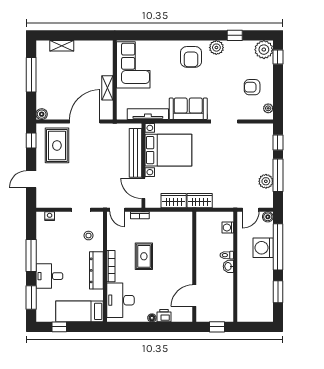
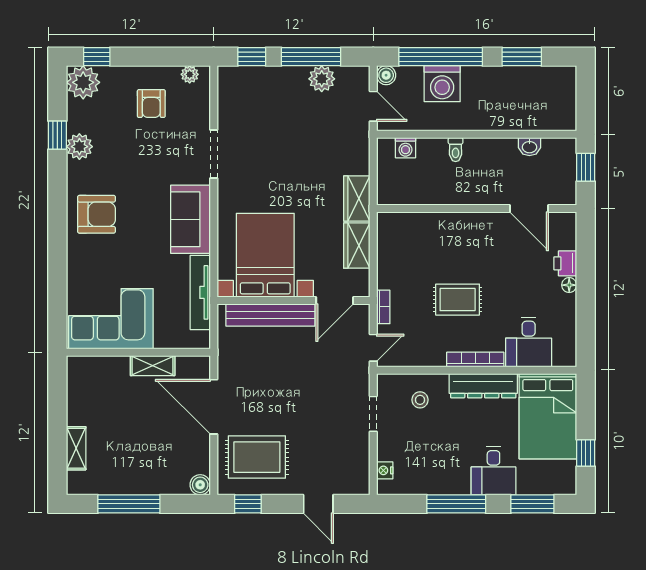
plant: (216, 48) -> (79, 147), moved
washbasin: (228, 266) -> (529, 147), moved
desk: (120, 300) -> (529, 342), width x0.73
bed: (80, 311) -> (548, 416), width x1.50

